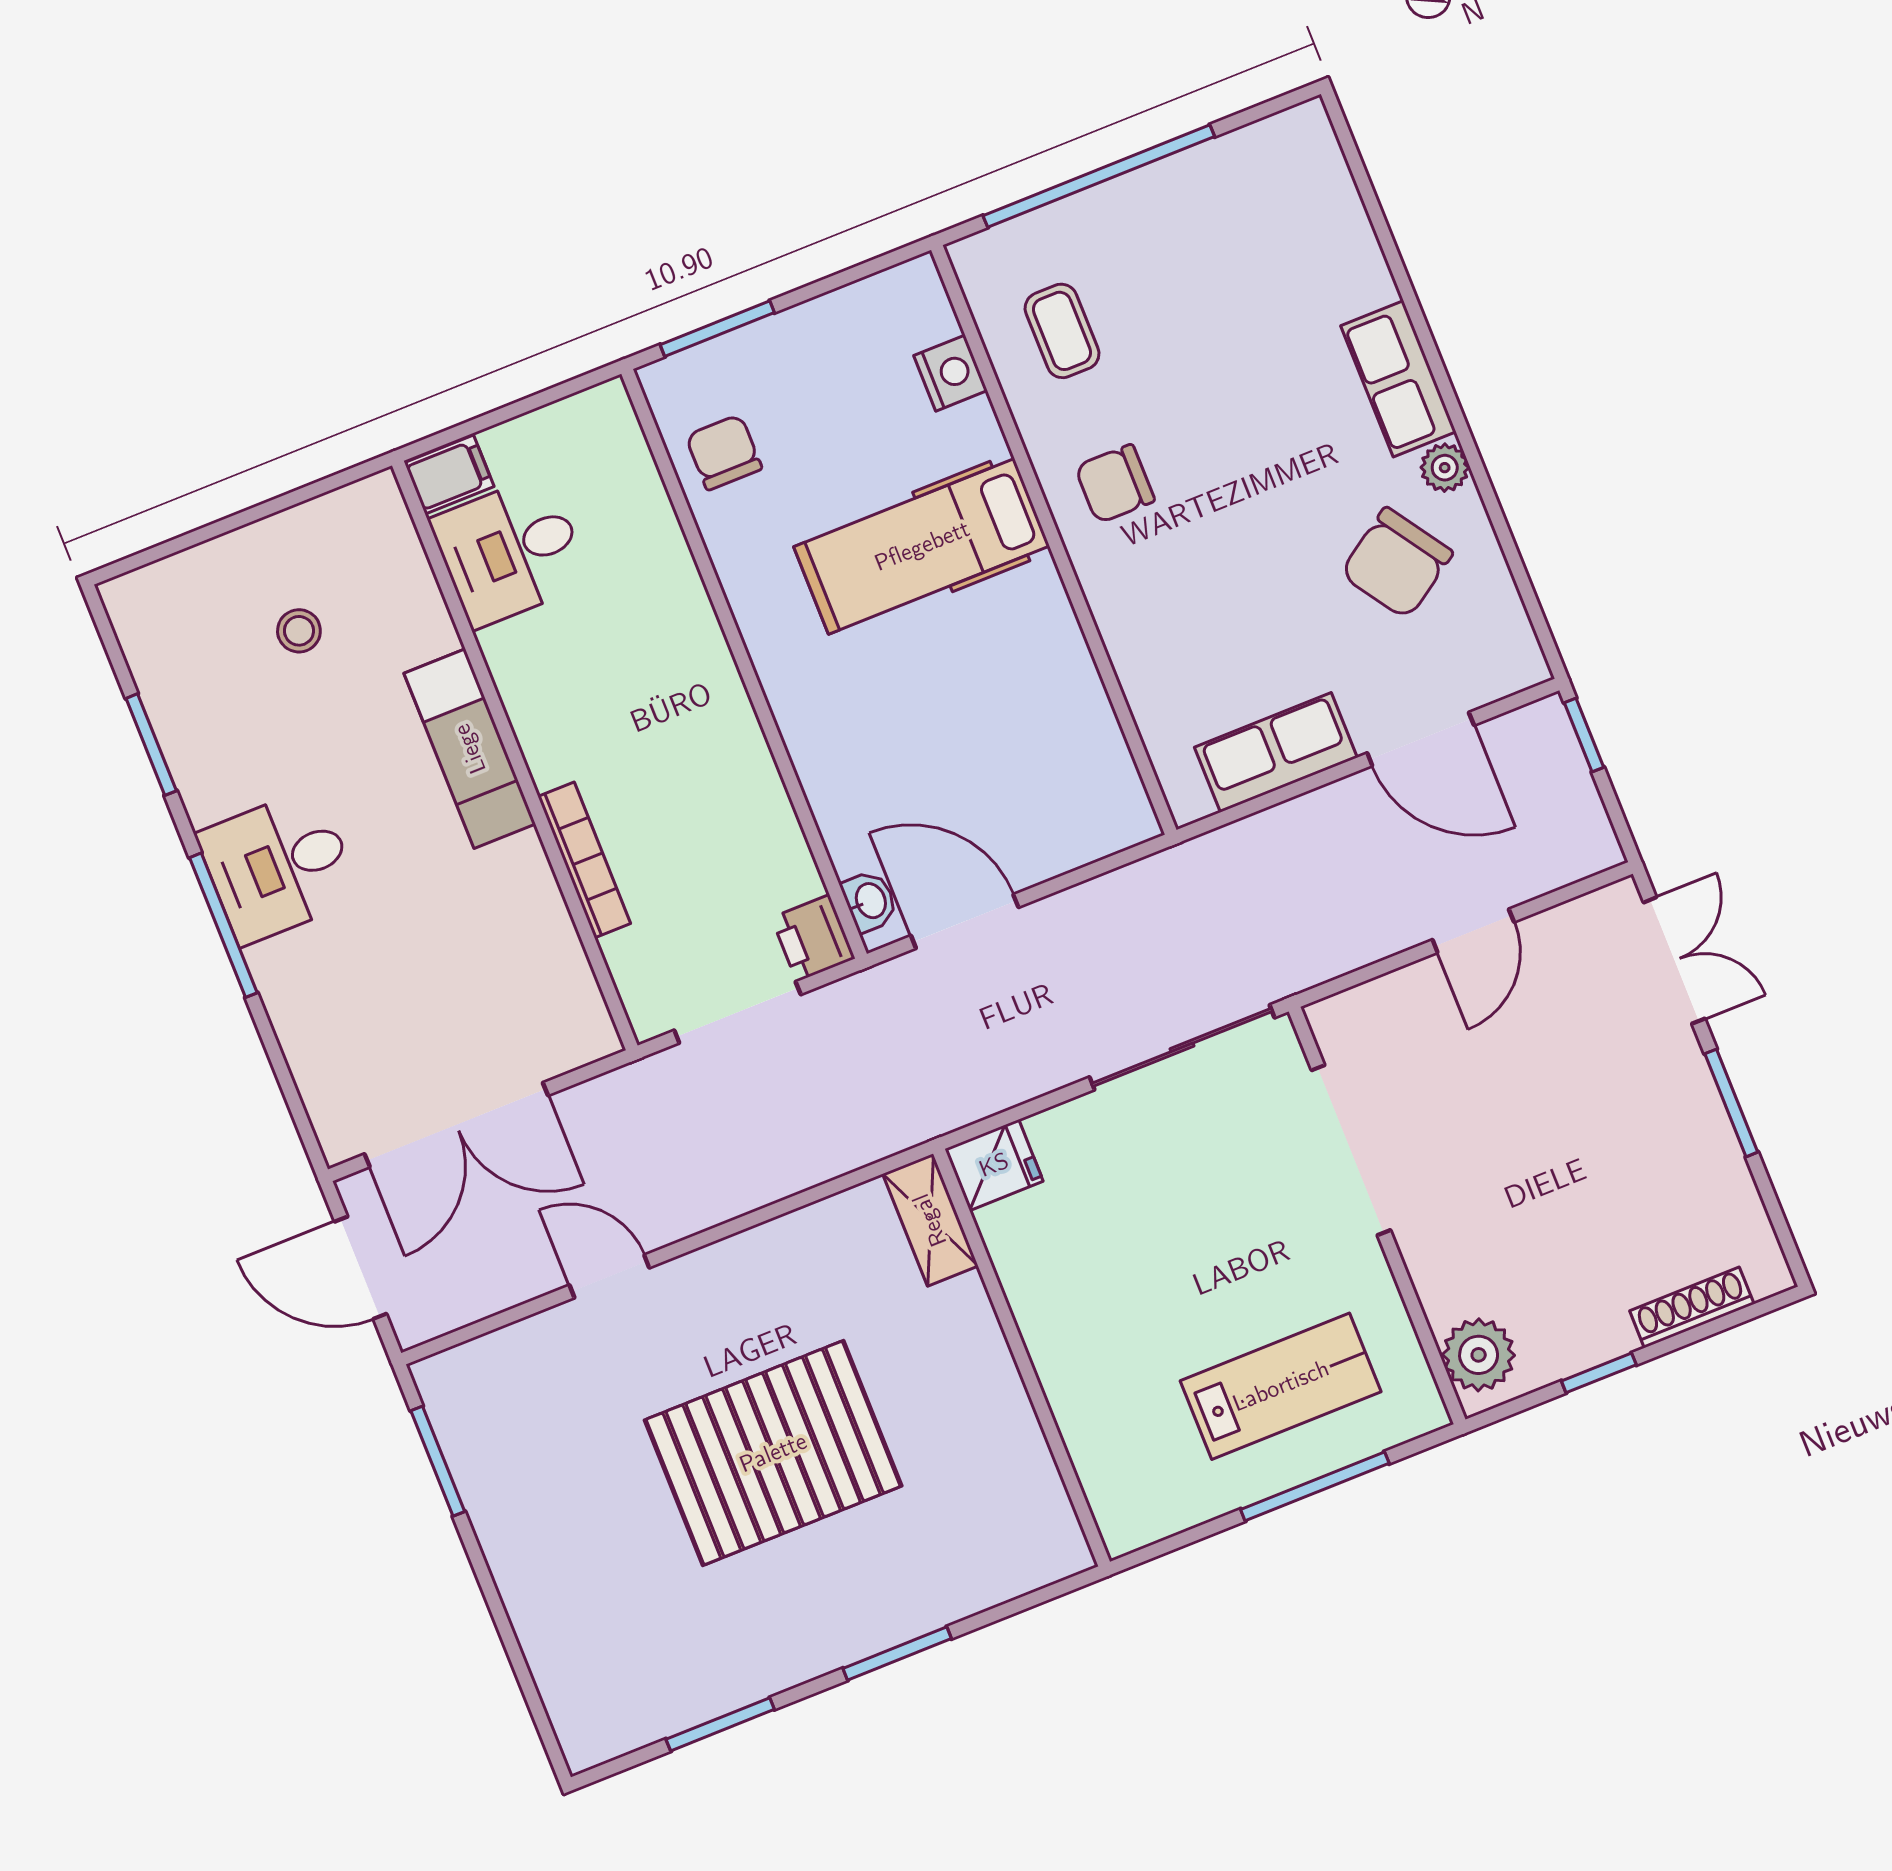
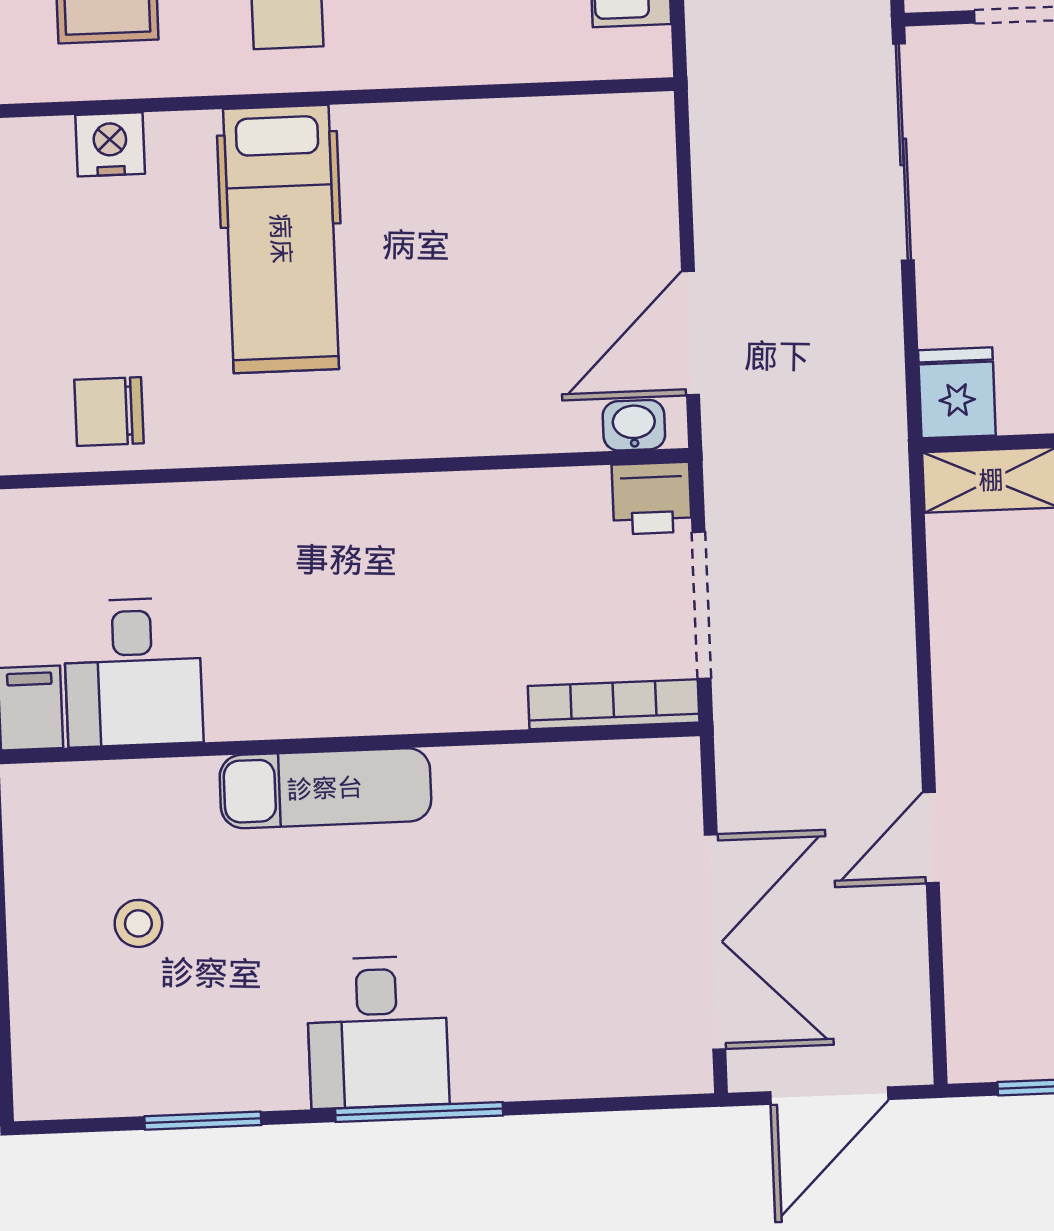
bookcase: (584, 860) -> (614, 704), moved

